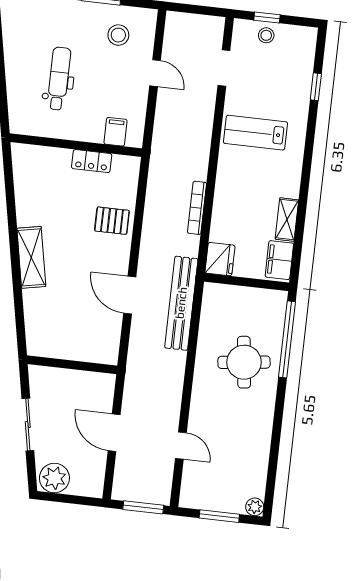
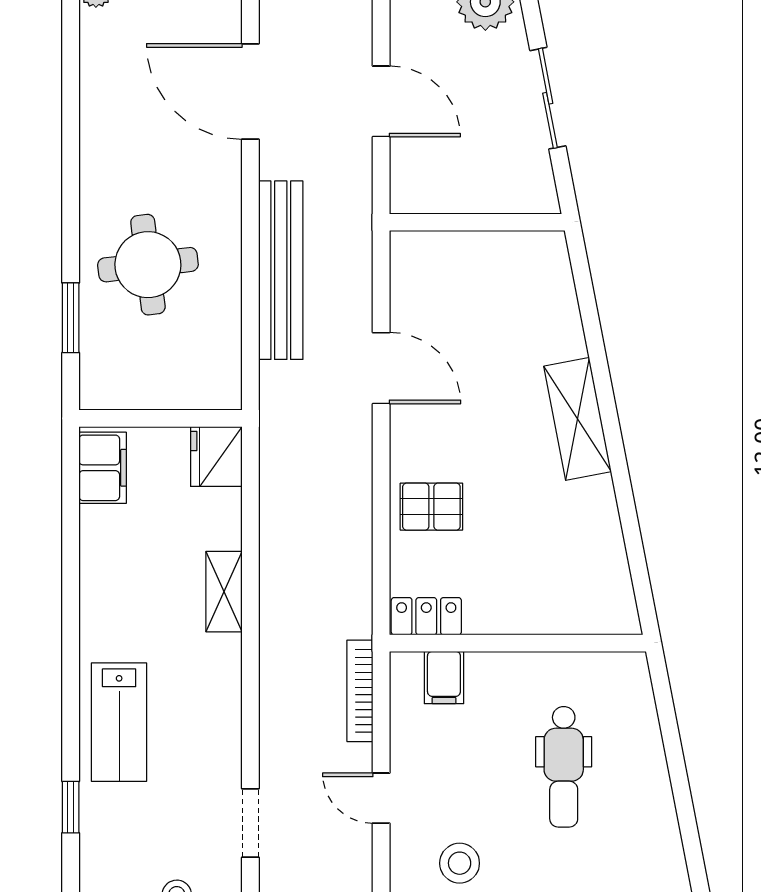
lab bench: (255, 133) -> (119, 722), moved, turned 90
locker: (92, 161) -> (426, 616), moved
bookcase: (197, 208) -> (360, 691), moved, turned 180
shelving: (287, 220) -> (224, 592), moved
bench: (181, 303) -> (281, 270), moved
window: (287, 339) -> (71, 318), width x0.47
door: (181, 446) -> (250, 91), width x1.87

